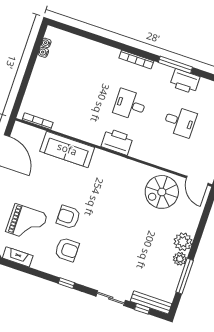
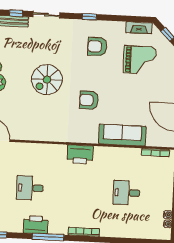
desk: (130, 105) -> (126, 193), moved, turned 180
spiral stairs: (162, 192) -> (47, 80), moved, turned 180
armchair: (68, 217) -> (89, 100), moved, turned 180
grand piano: (27, 223) -> (140, 60), turned 180

